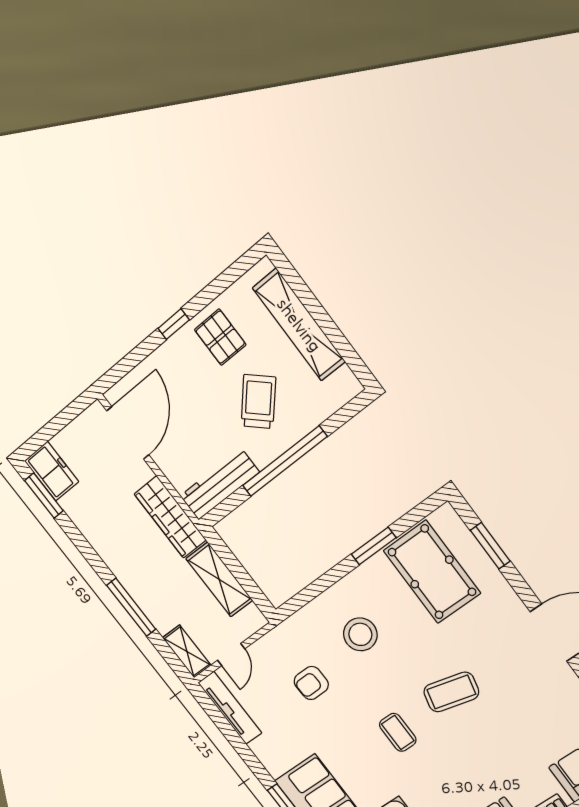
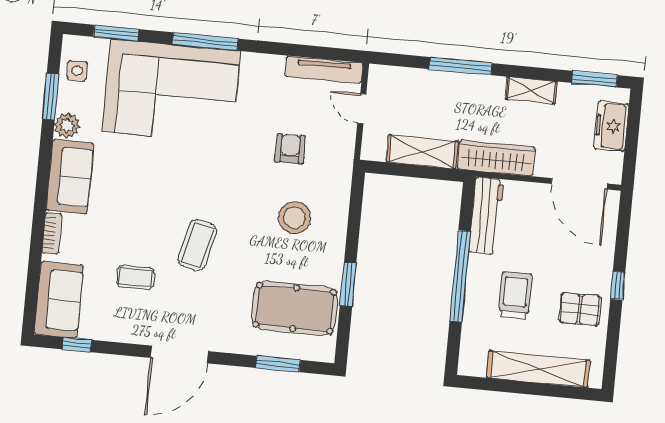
trolley: (258, 402) -> (515, 295), turned -132
freezer: (52, 471) -> (611, 126), moved, turned 90
shelving: (187, 651) -> (531, 90), moved
coffee table: (398, 732) -> (136, 277), moved

